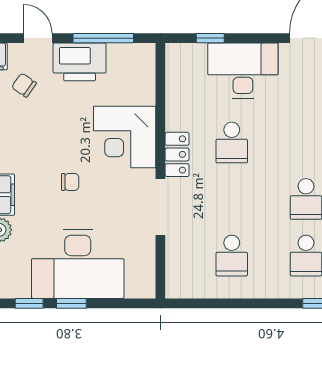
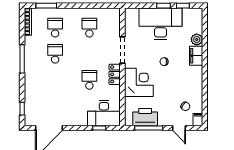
printer: (80, 62) -> (145, 117), moved
desk: (243, 71) -> (104, 113), moved

